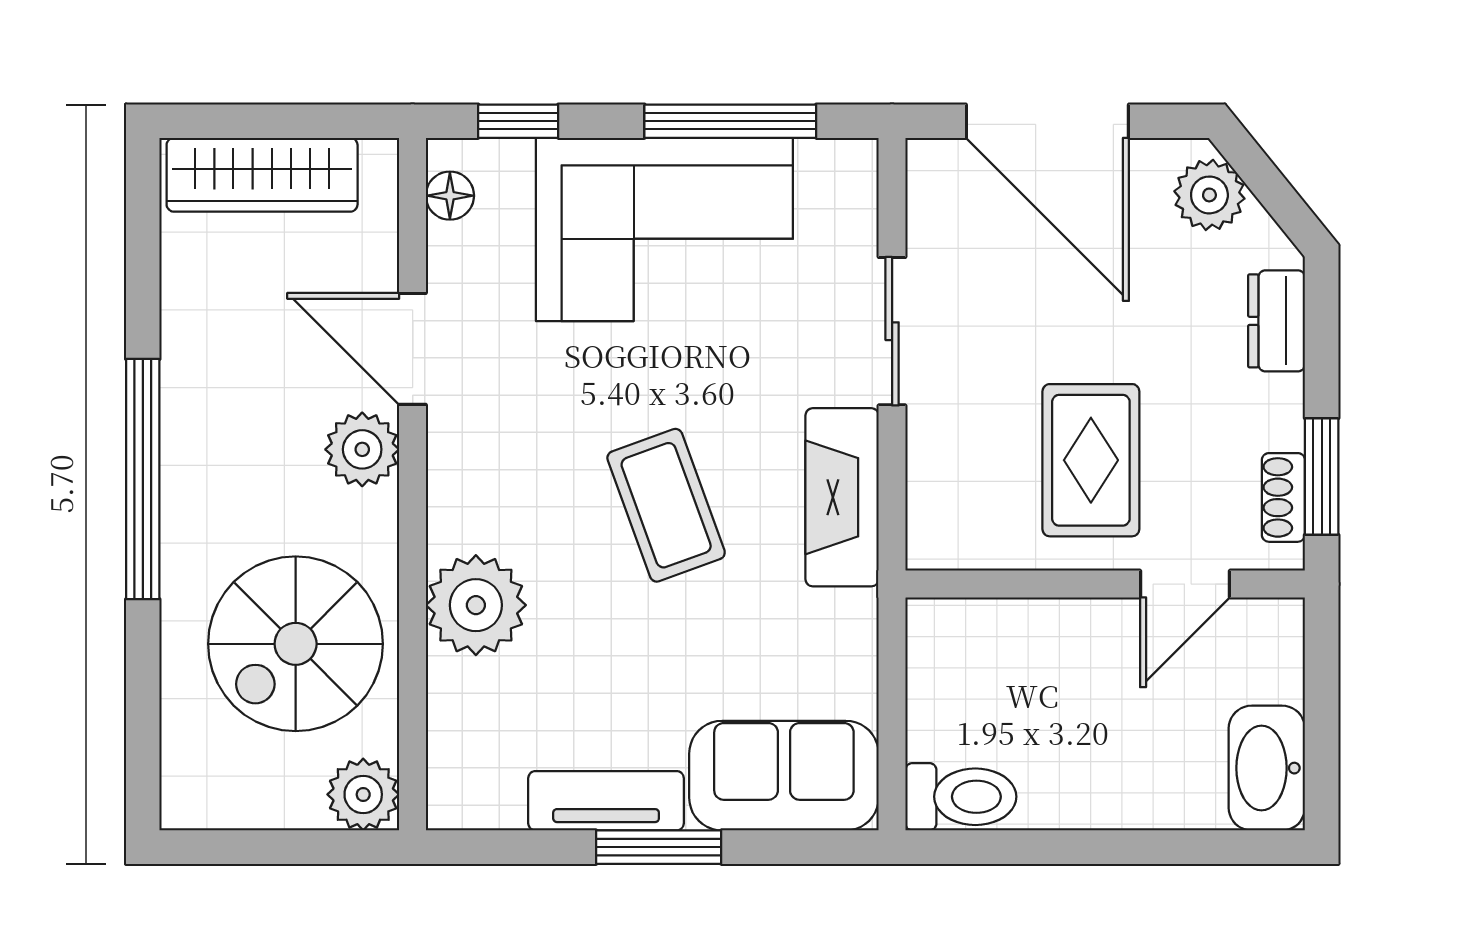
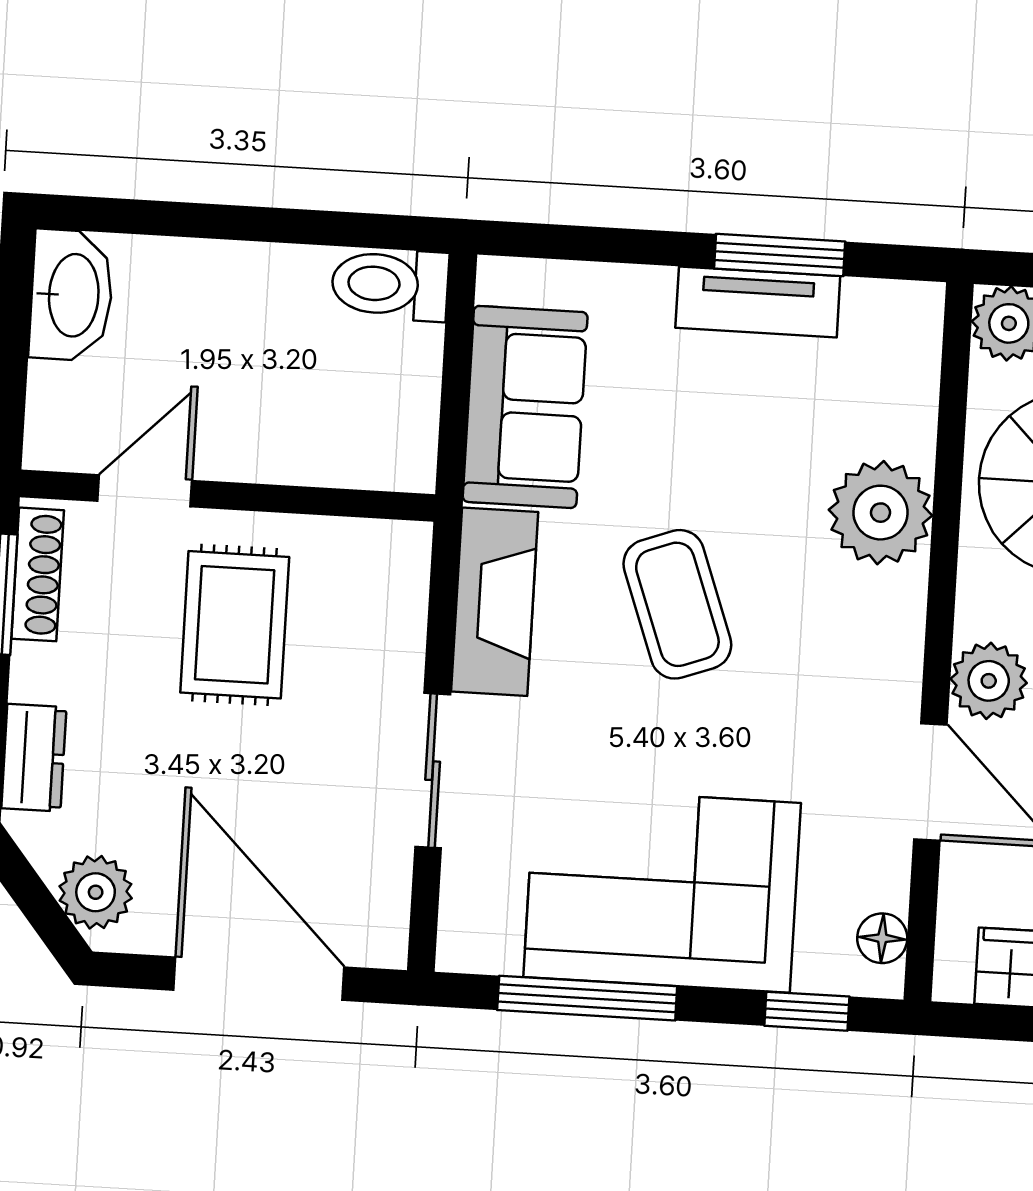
shoe rack: (1283, 497) -> (38, 574), width x1.43
sofa: (784, 776) -> (525, 407), moved, turned -90
window: (659, 847) -> (780, 255), moved

